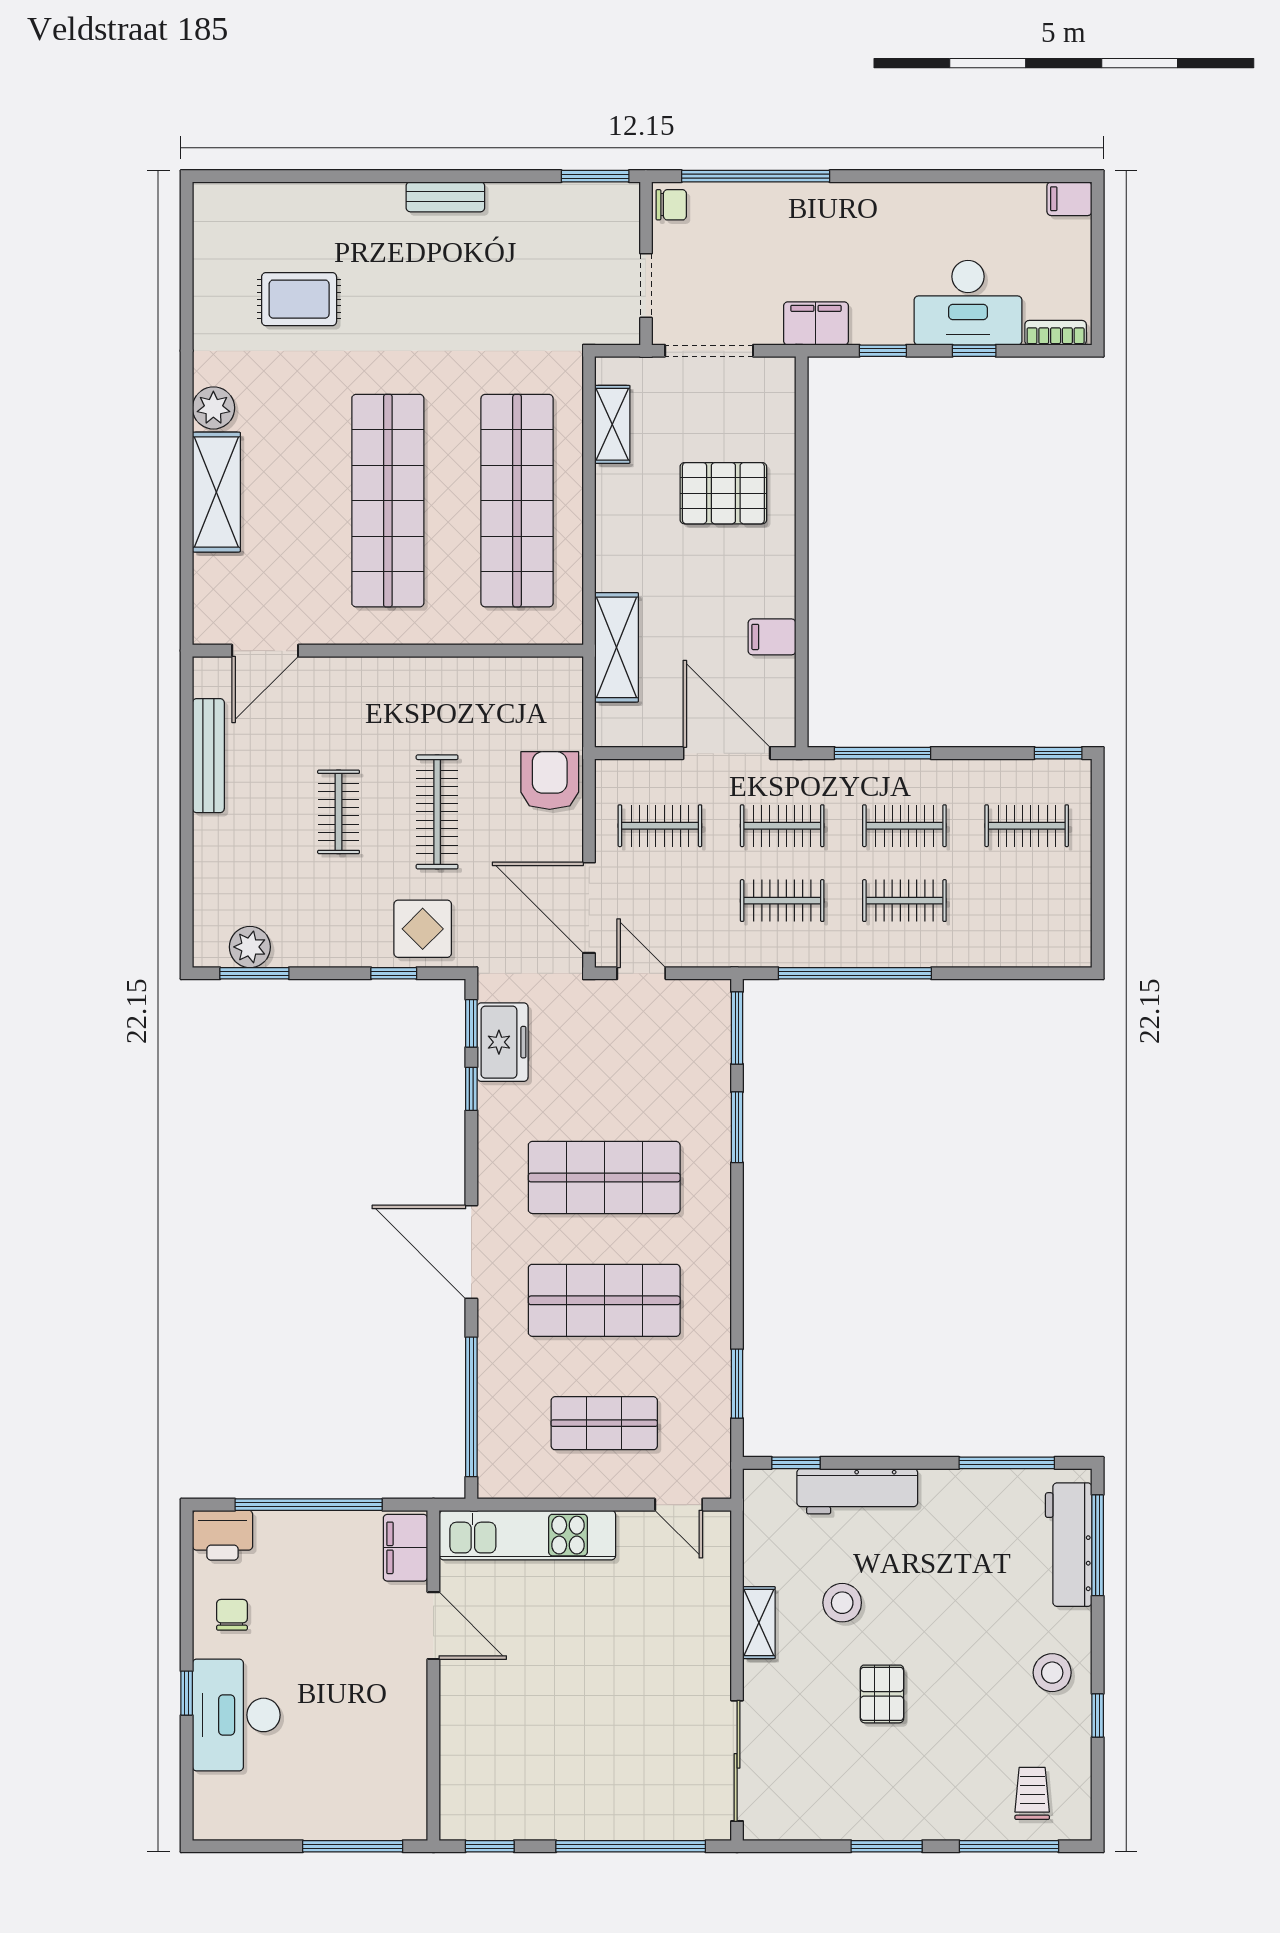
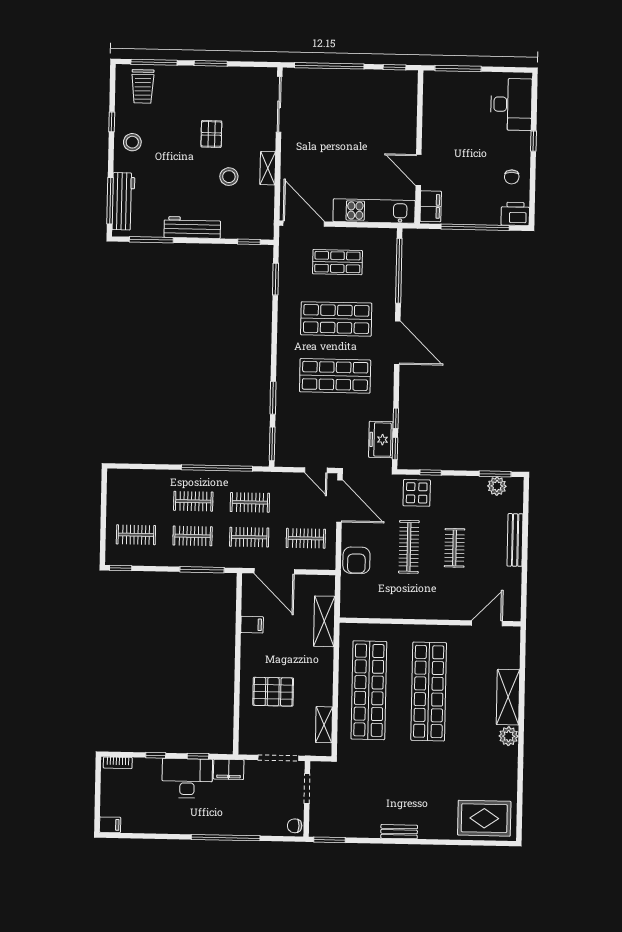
window: (756, 176) -> (226, 838), moved
rug: (299, 299) -> (484, 818), moved, width x1.36, depth x1.43
desk: (968, 303) -> (187, 778), moved
bench: (208, 756) -> (515, 540), moved
workbench: (857, 1491) -> (192, 227), moved
door: (679, 1505) -> (304, 224), width x1.87
desk: (236, 1715) -> (511, 104), moved
trolley: (1032, 1793) -> (143, 86), width x1.36, depth x1.39

